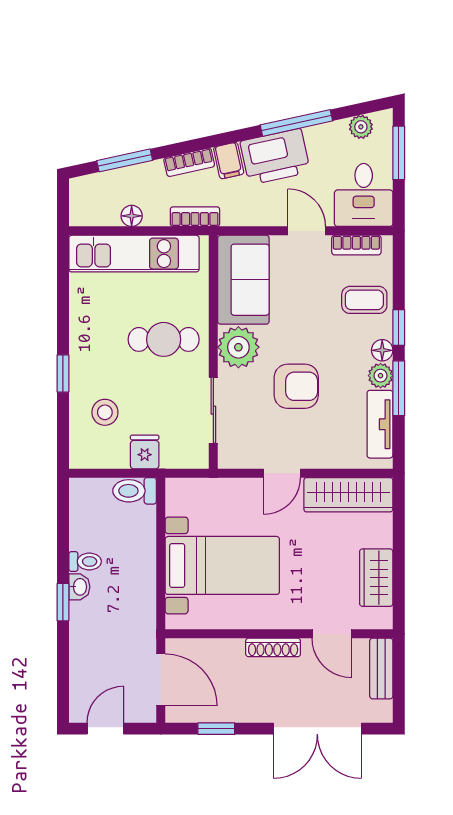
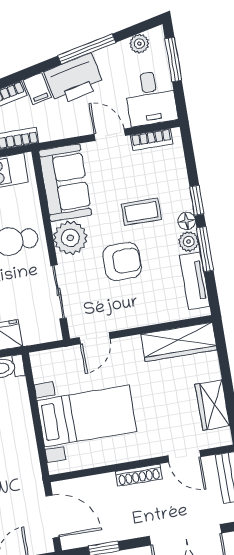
coffee table: (364, 300) -> (141, 212), moved
door: (282, 473) -> (95, 338), moved

